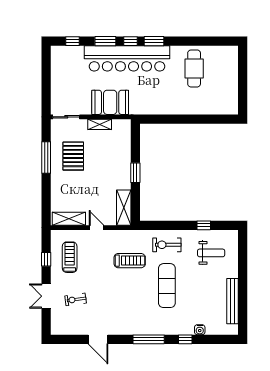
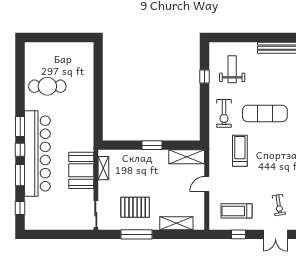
shelving: (100, 124) -> (103, 168), moved
shelving: (69, 219) -> (176, 223), moved, turned 90

